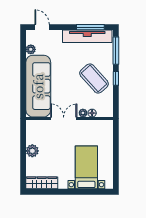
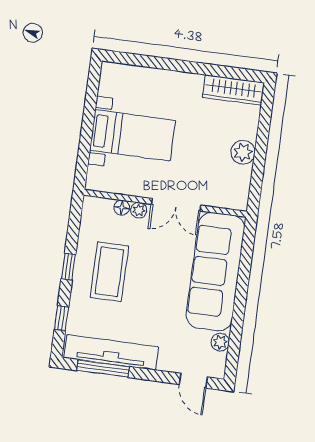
window: (116, 51) -> (61, 318), width x0.46
coffee table: (94, 78) -> (109, 272), turned 42
bed with nightstands: (86, 167) -> (132, 135), moved, turned -90

